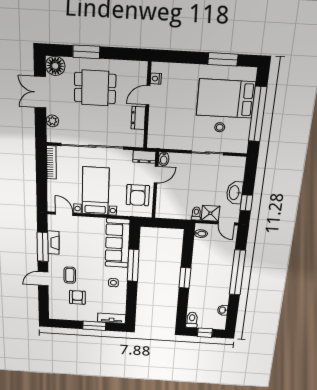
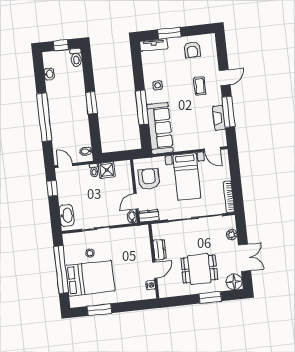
washbasin: (235, 193) -> (67, 215), moved
shower: (210, 213) -> (107, 170), moved
armchair: (77, 297) -> (192, 50), moved

